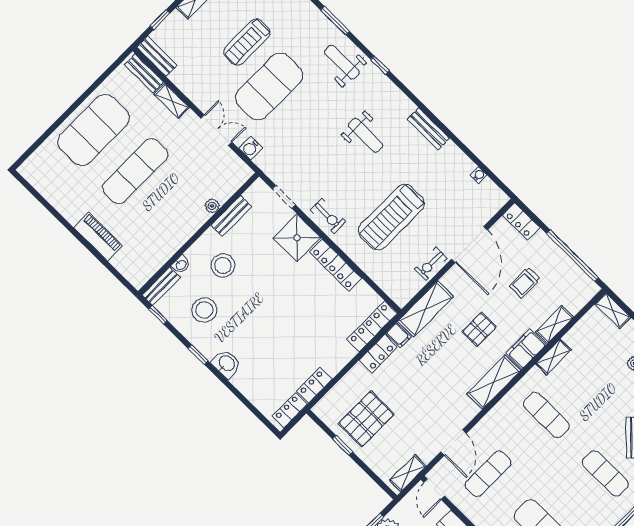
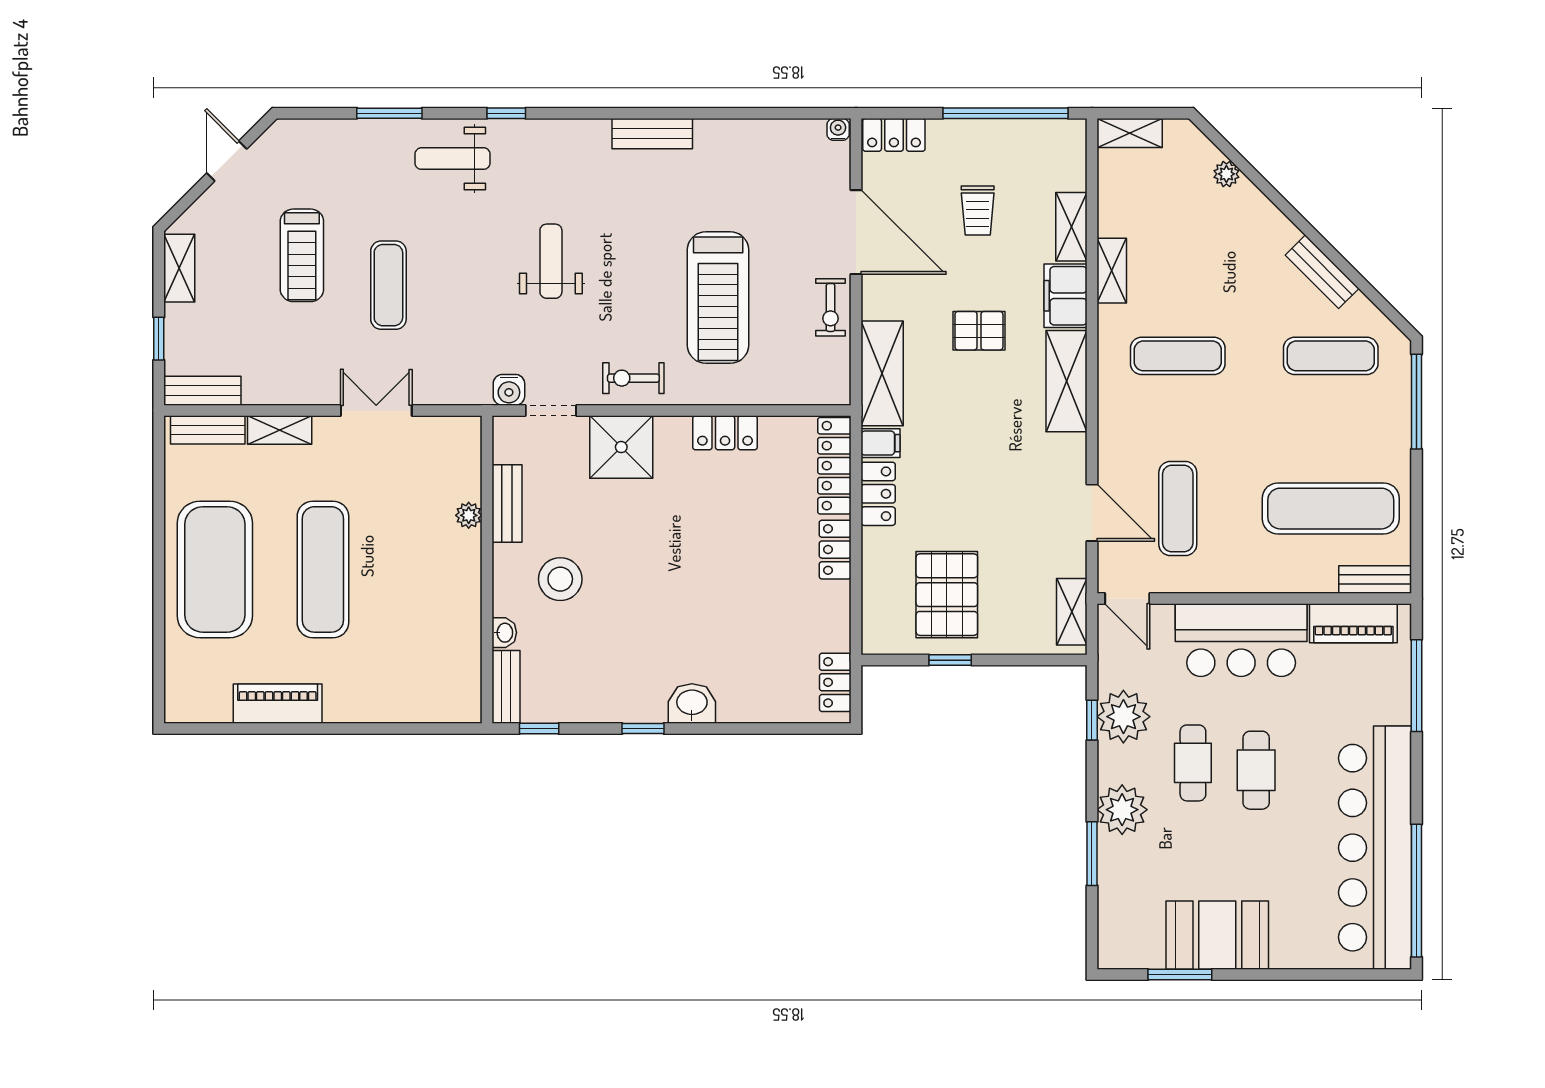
exercise mat: (269, 87) -> (388, 285), width x0.50, depth x0.69
weight bench: (366, 135) -> (551, 261), moved, turned -90
water cooler: (251, 148) -> (509, 390), moved
water cooler: (479, 175) -> (838, 129), moved
exercise bike: (328, 216) -> (633, 378), turned 180
piano: (98, 237) -> (278, 704), moved
locker: (336, 265) -> (725, 433), width x0.66
stool: (204, 310) -> (593, 662), removed
pallet: (479, 329) -> (979, 331), turned 90
locker: (314, 385) -> (835, 550), moved

